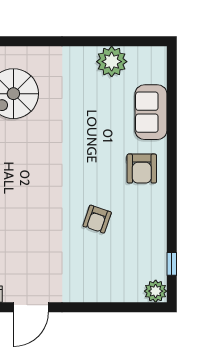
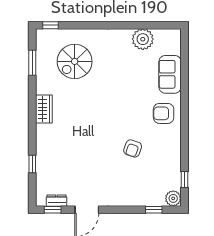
armchair: (142, 169) -> (164, 113), turned 90
window: (128, 307) -> (154, 210), added

